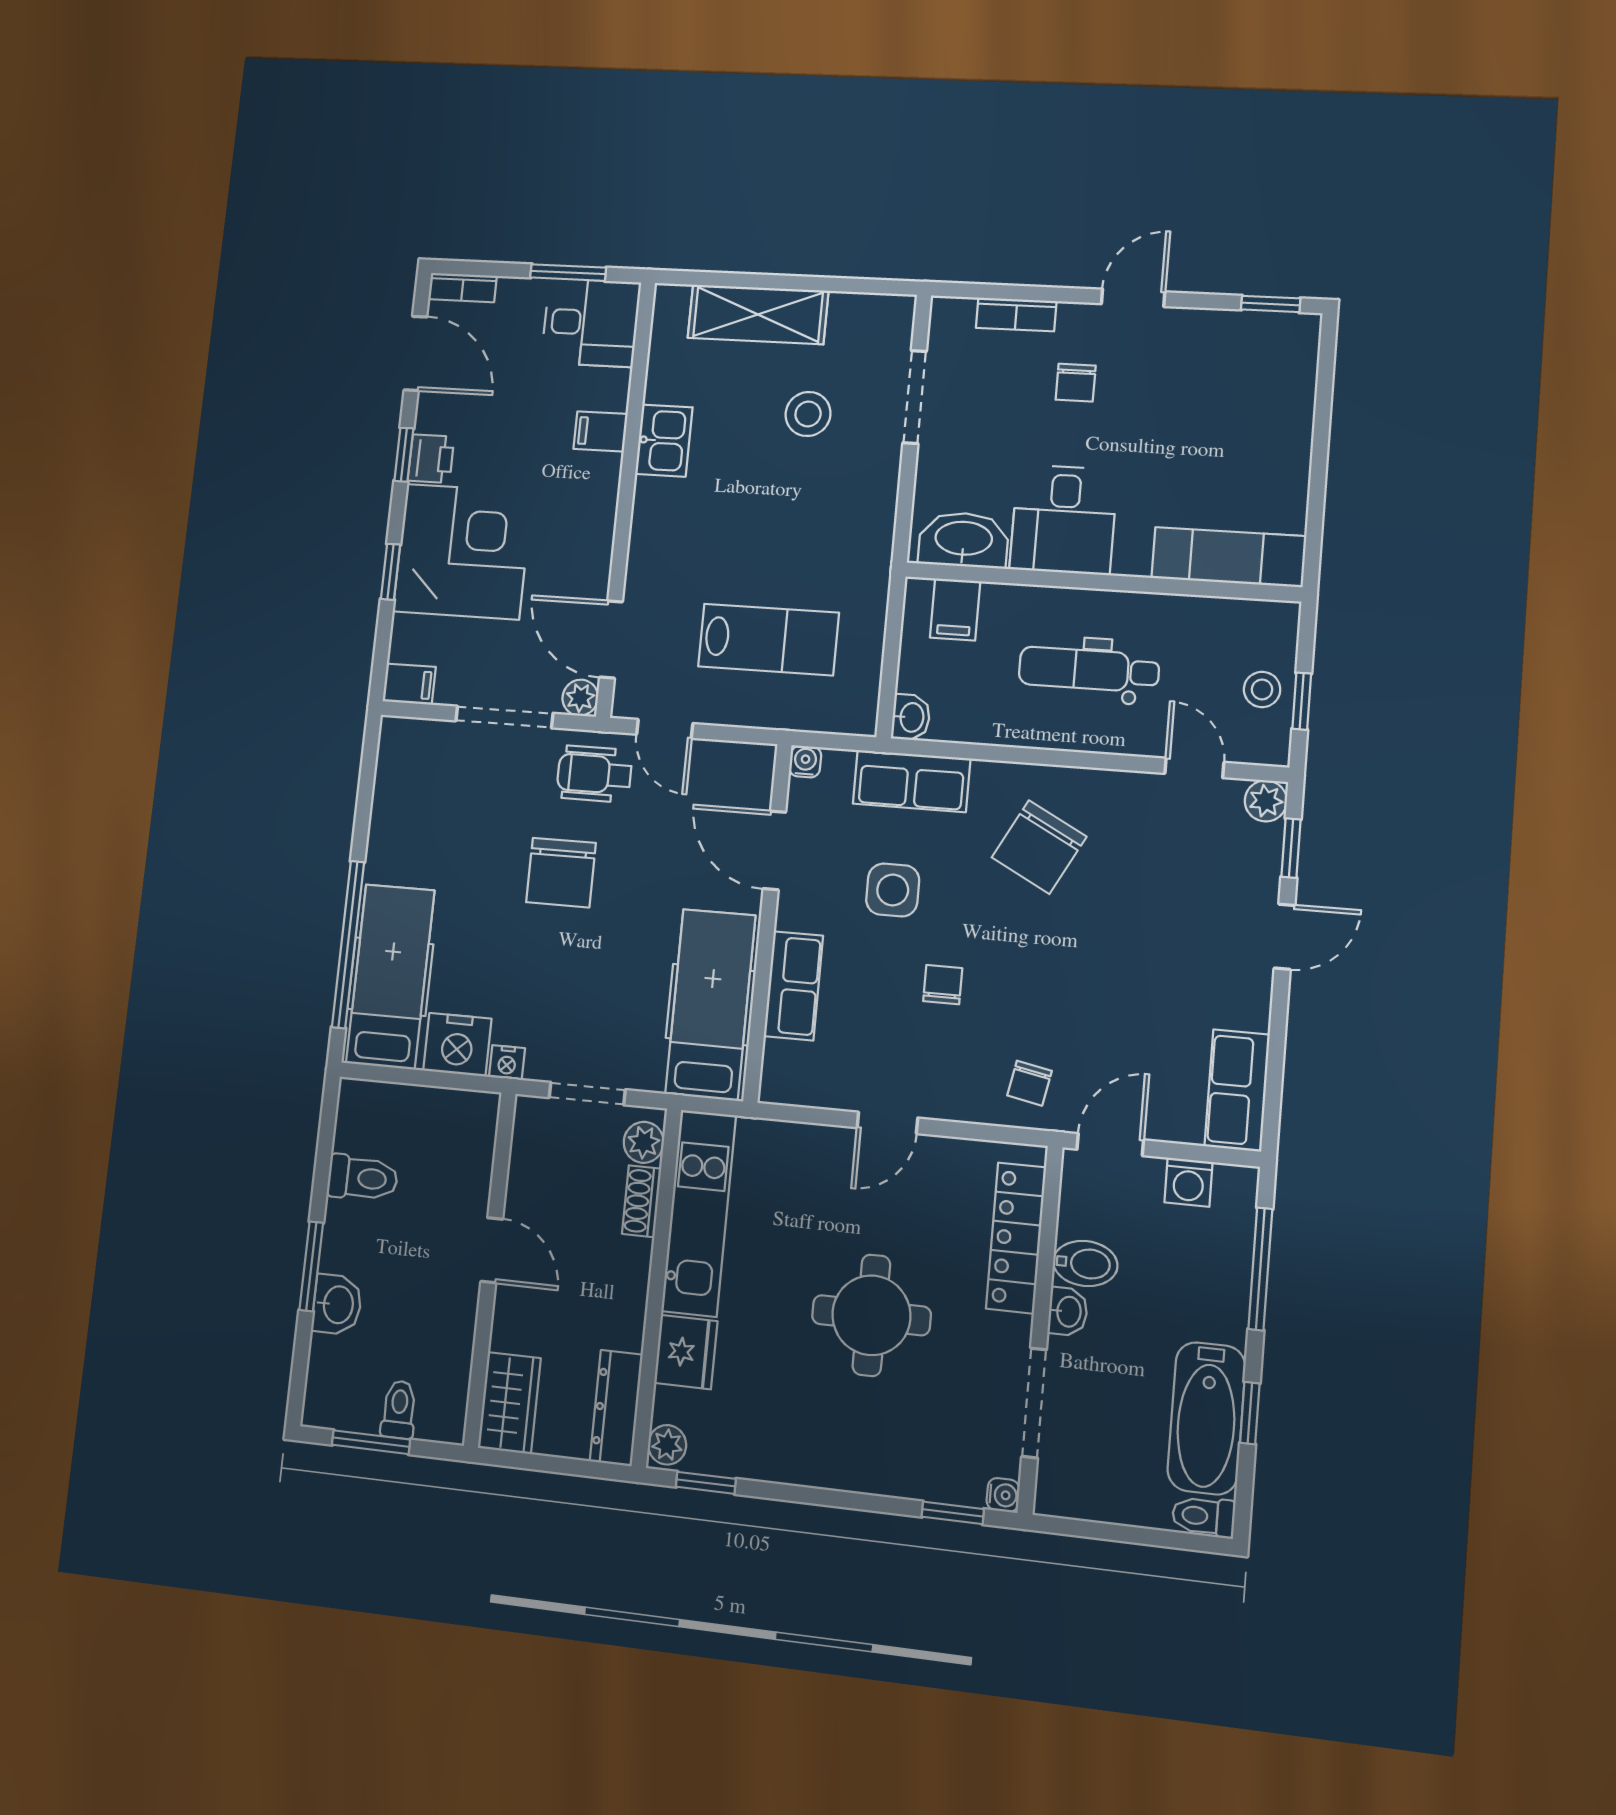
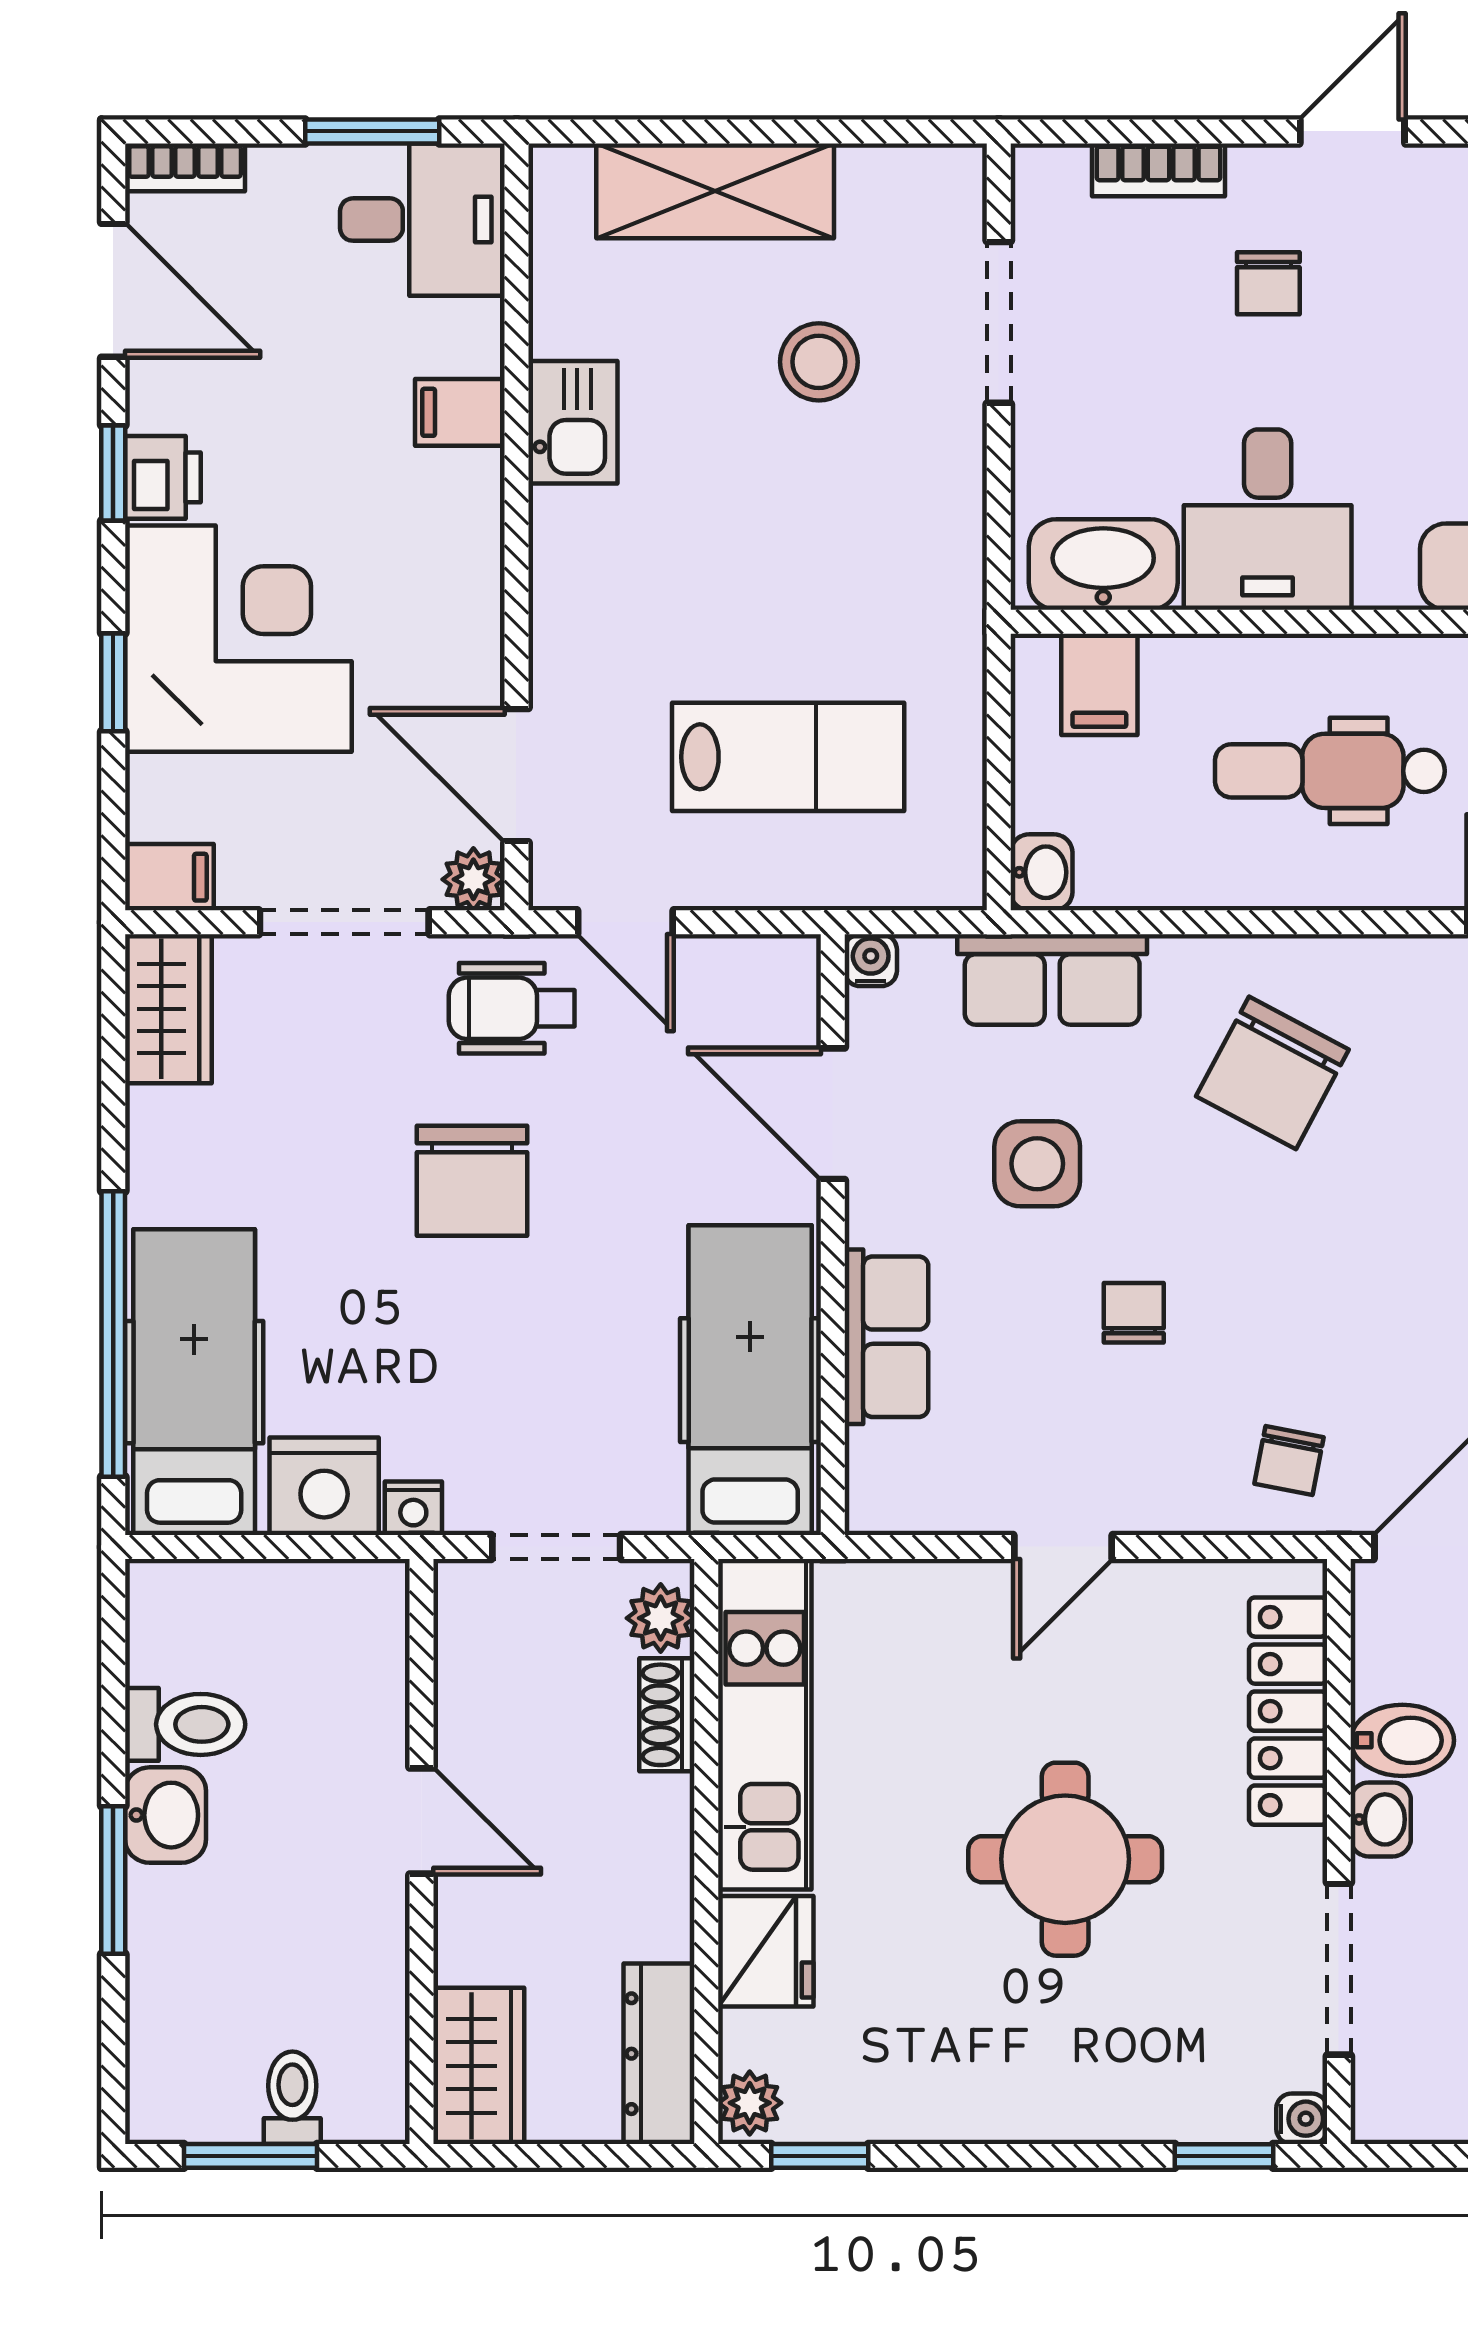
wardrobe: (400, 759) -> (168, 1009), added
washbasin: (337, 1305) -> (166, 1815), moved

